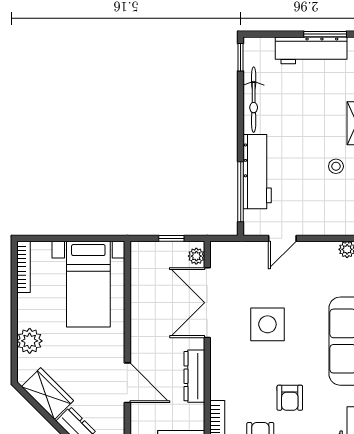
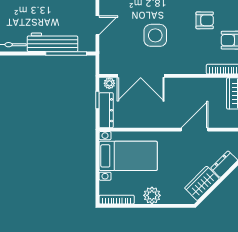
door: (282, 238) -> (97, 25), hinge flipped
plant: (30, 341) -> (152, 195), moved
dresser: (194, 376) -> (106, 110), moved, turned -90

